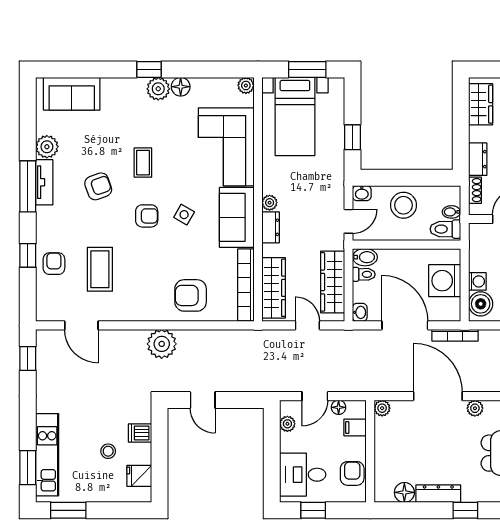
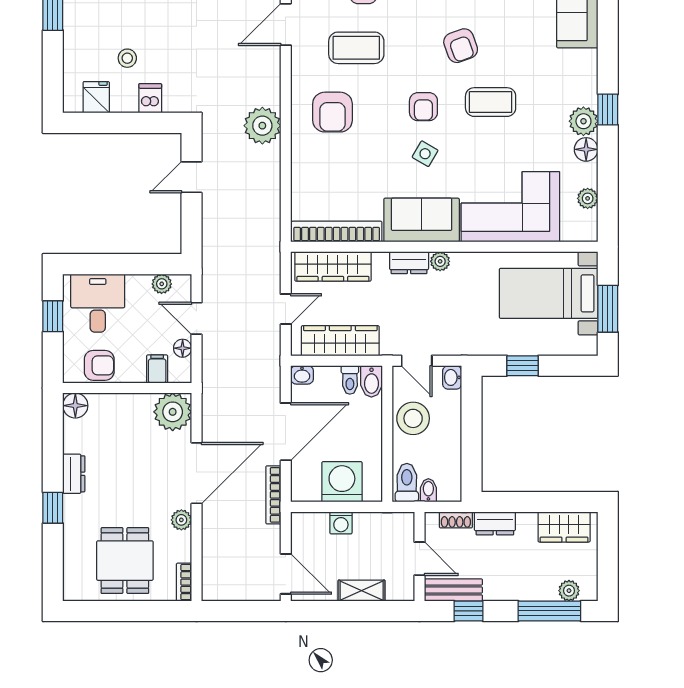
plant: (246, 85) -> (588, 198), moved
coffee table: (143, 163) -> (491, 102), width x1.36, depth x1.30
stool: (403, 205) -> (413, 418), moved
armchair: (191, 295) -> (332, 112), moved, turned 180
boiler: (481, 304) -> (313, 527), removed
plant: (382, 408) -> (173, 412), width x1.88, depth x1.88
floor lamp: (404, 492) -> (75, 406), moved
dresser: (438, 494) -> (74, 474), width x0.70

